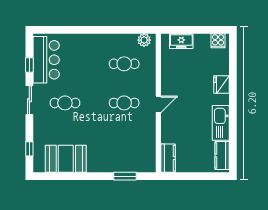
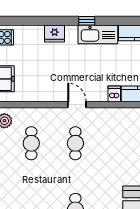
window: (233, 113) -> (87, 21), added
dishwasher: (168, 137) -> (114, 94), added

